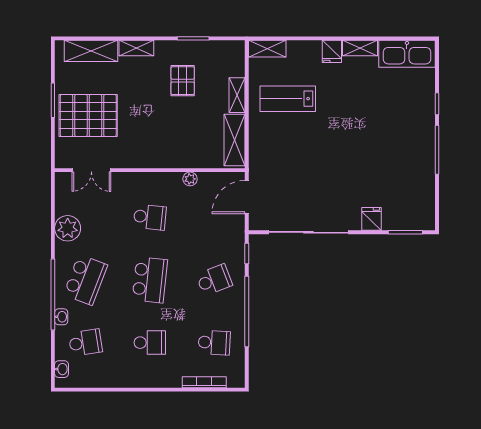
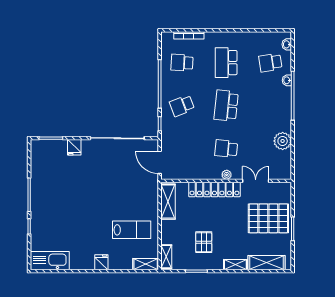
shelving: (360, 48) -> (82, 265), removed
shelving: (237, 95) -> (166, 257), moved
locker: (167, 157) -> (214, 190), added
double door: (91, 170) -> (256, 181), moved
plant: (190, 179) -> (227, 175), moved
door: (247, 197) -> (160, 162), swing flipped
school desk: (85, 280) -> (270, 106), removed
school desk: (150, 343) -> (226, 63), width x1.85

